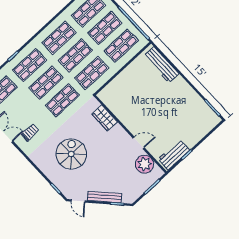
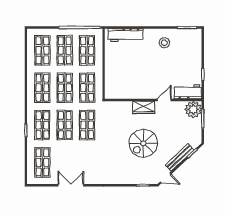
stool: (184, 101) -> (164, 43), added
wardrobe: (105, 118) -> (144, 107), moved
trolley: (30, 132) -> (89, 167), removed
spiral stairs: (71, 154) -> (143, 143), moved, turned -90
workbench: (174, 155) -> (188, 92), moved, turned 90
plant: (145, 164) -> (193, 109), moved

